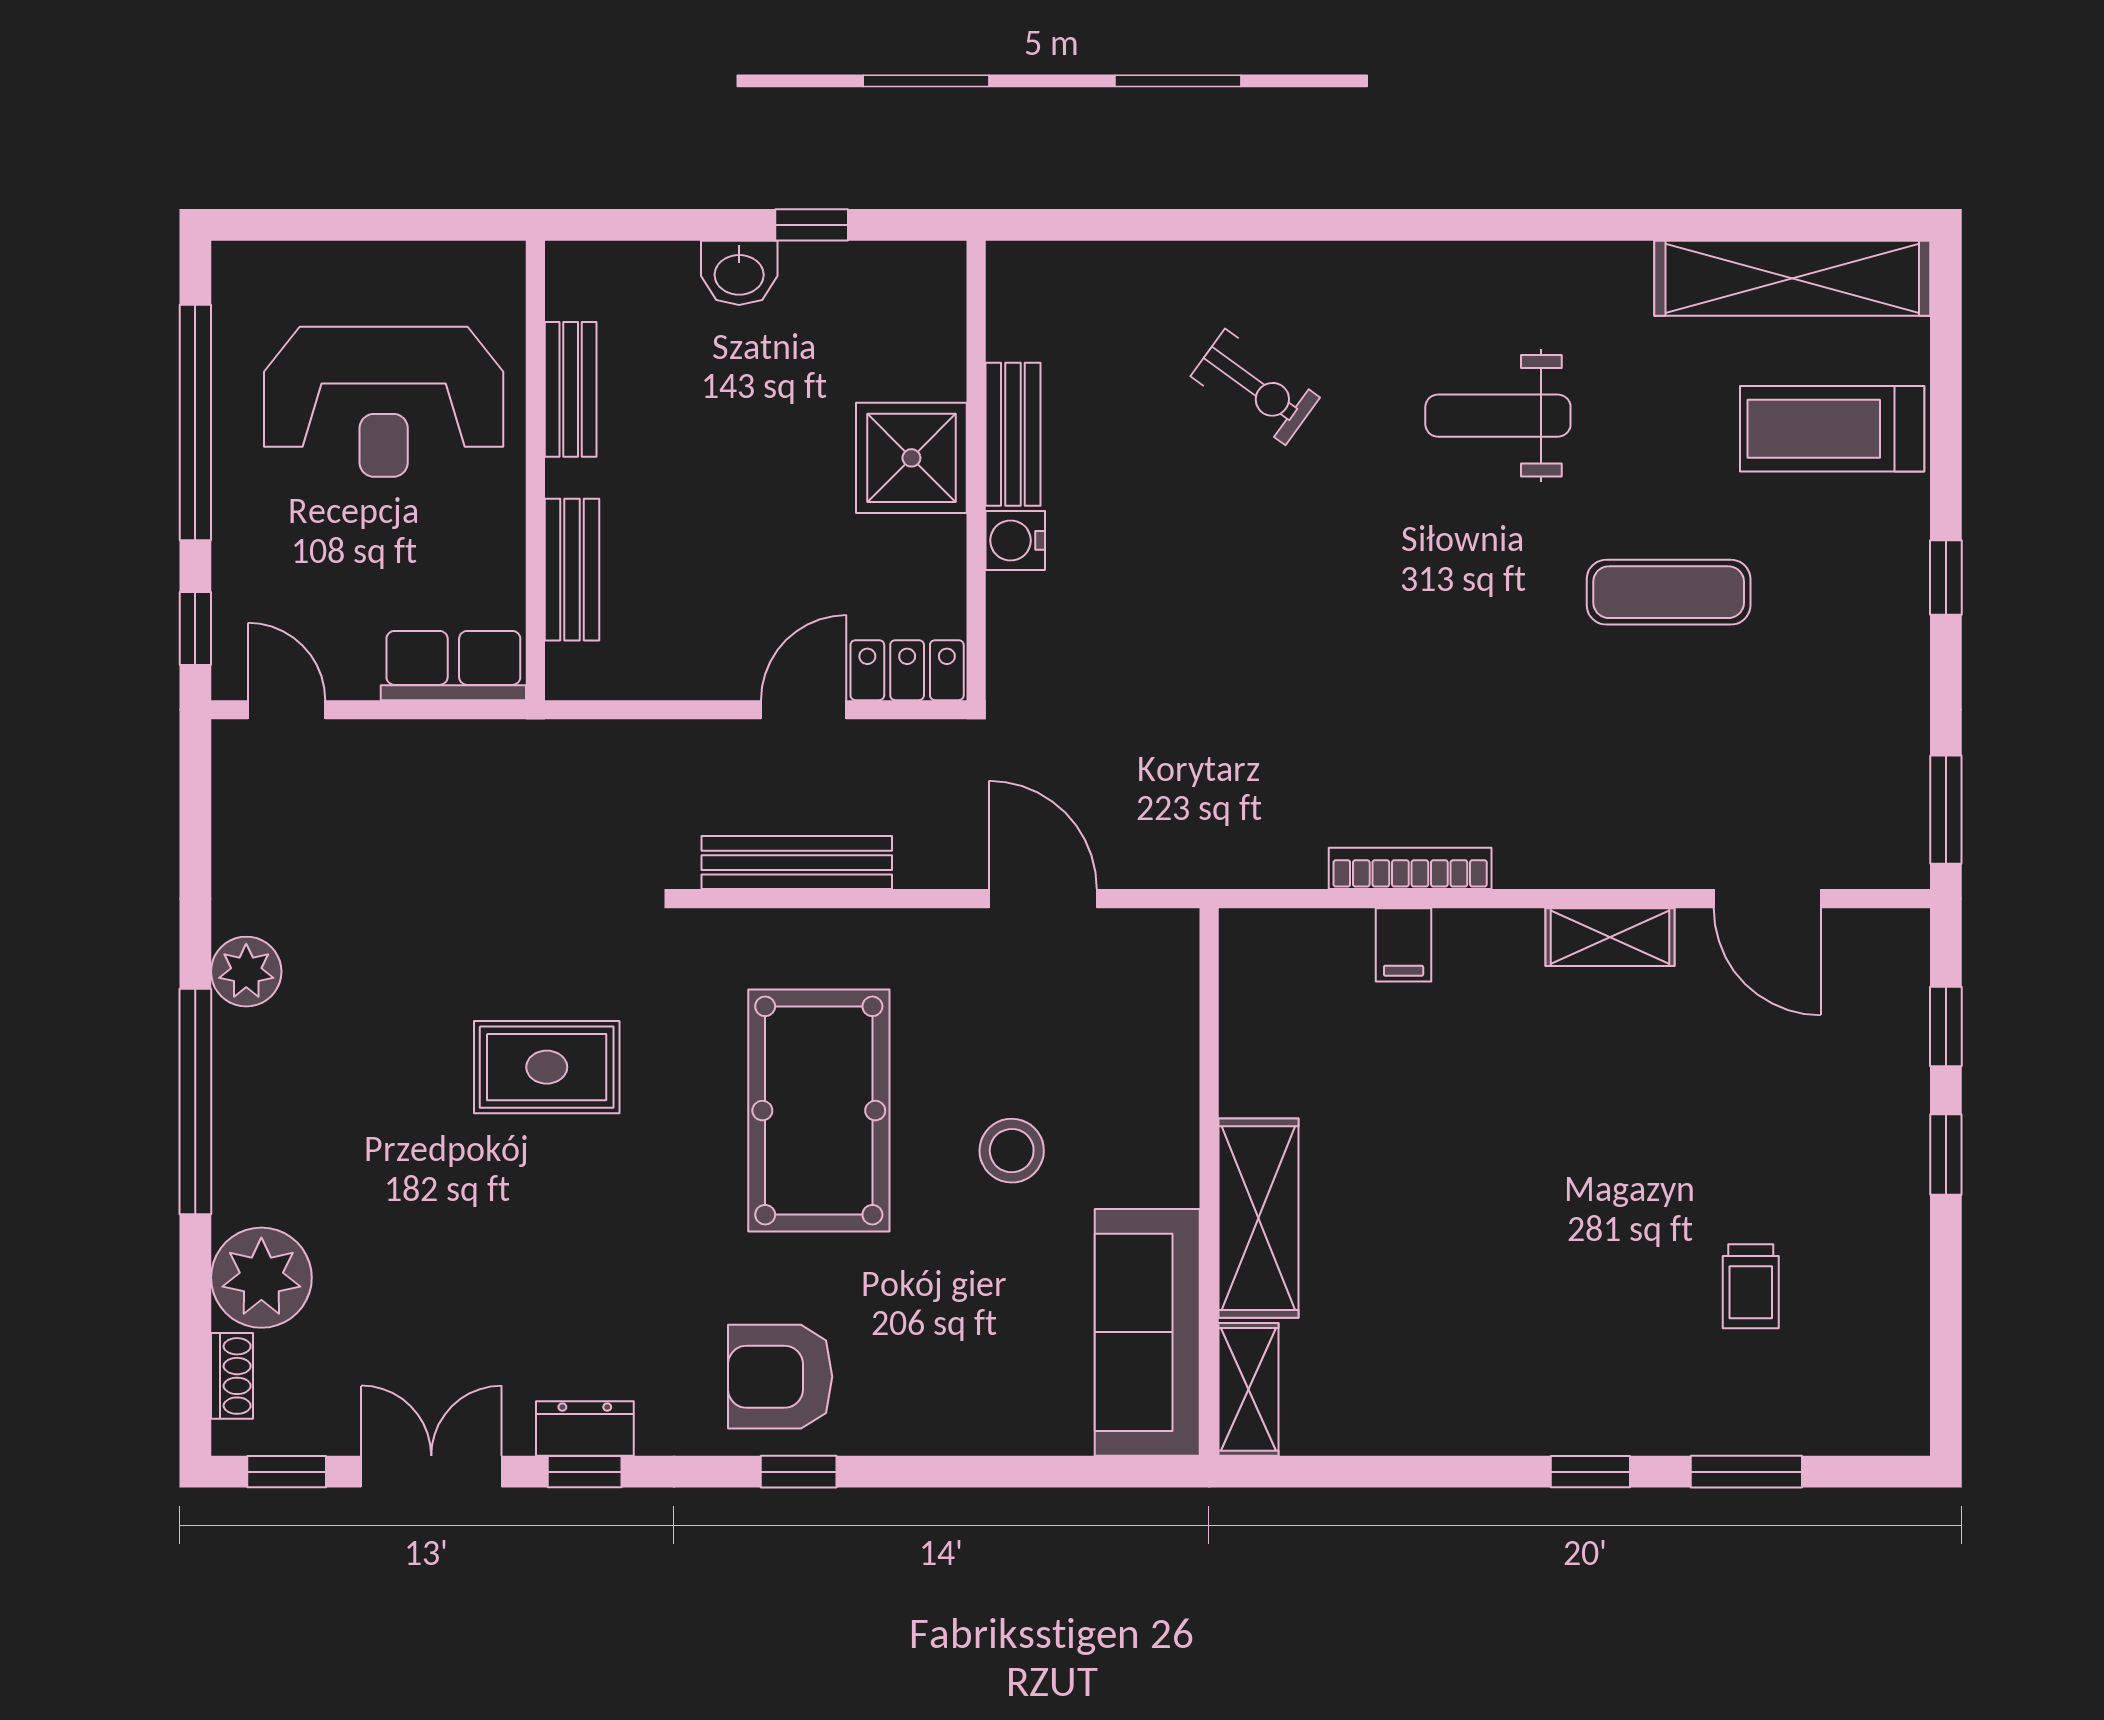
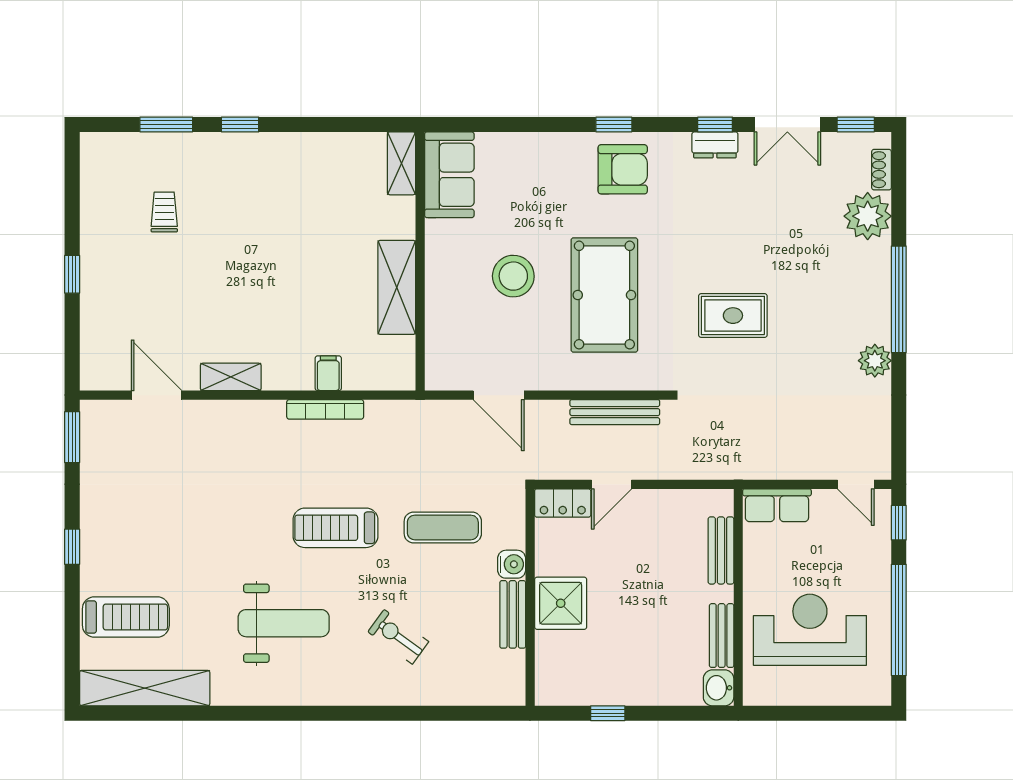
washbasin: (739, 273) -> (719, 688), moved, turned -90
weight bench: (1498, 416) -> (284, 623), width x1.36, depth x1.33
exercise mat: (1669, 592) -> (443, 527), moved
treadmill: (1388, 618) -> (335, 528), added
window: (1946, 1027) -> (72, 335), removed
stool: (1012, 1151) -> (513, 276), width x1.38, depth x1.38
shelving: (1258, 1218) -> (397, 287), moved
sofa: (1147, 1332) -> (449, 175), width x0.73

